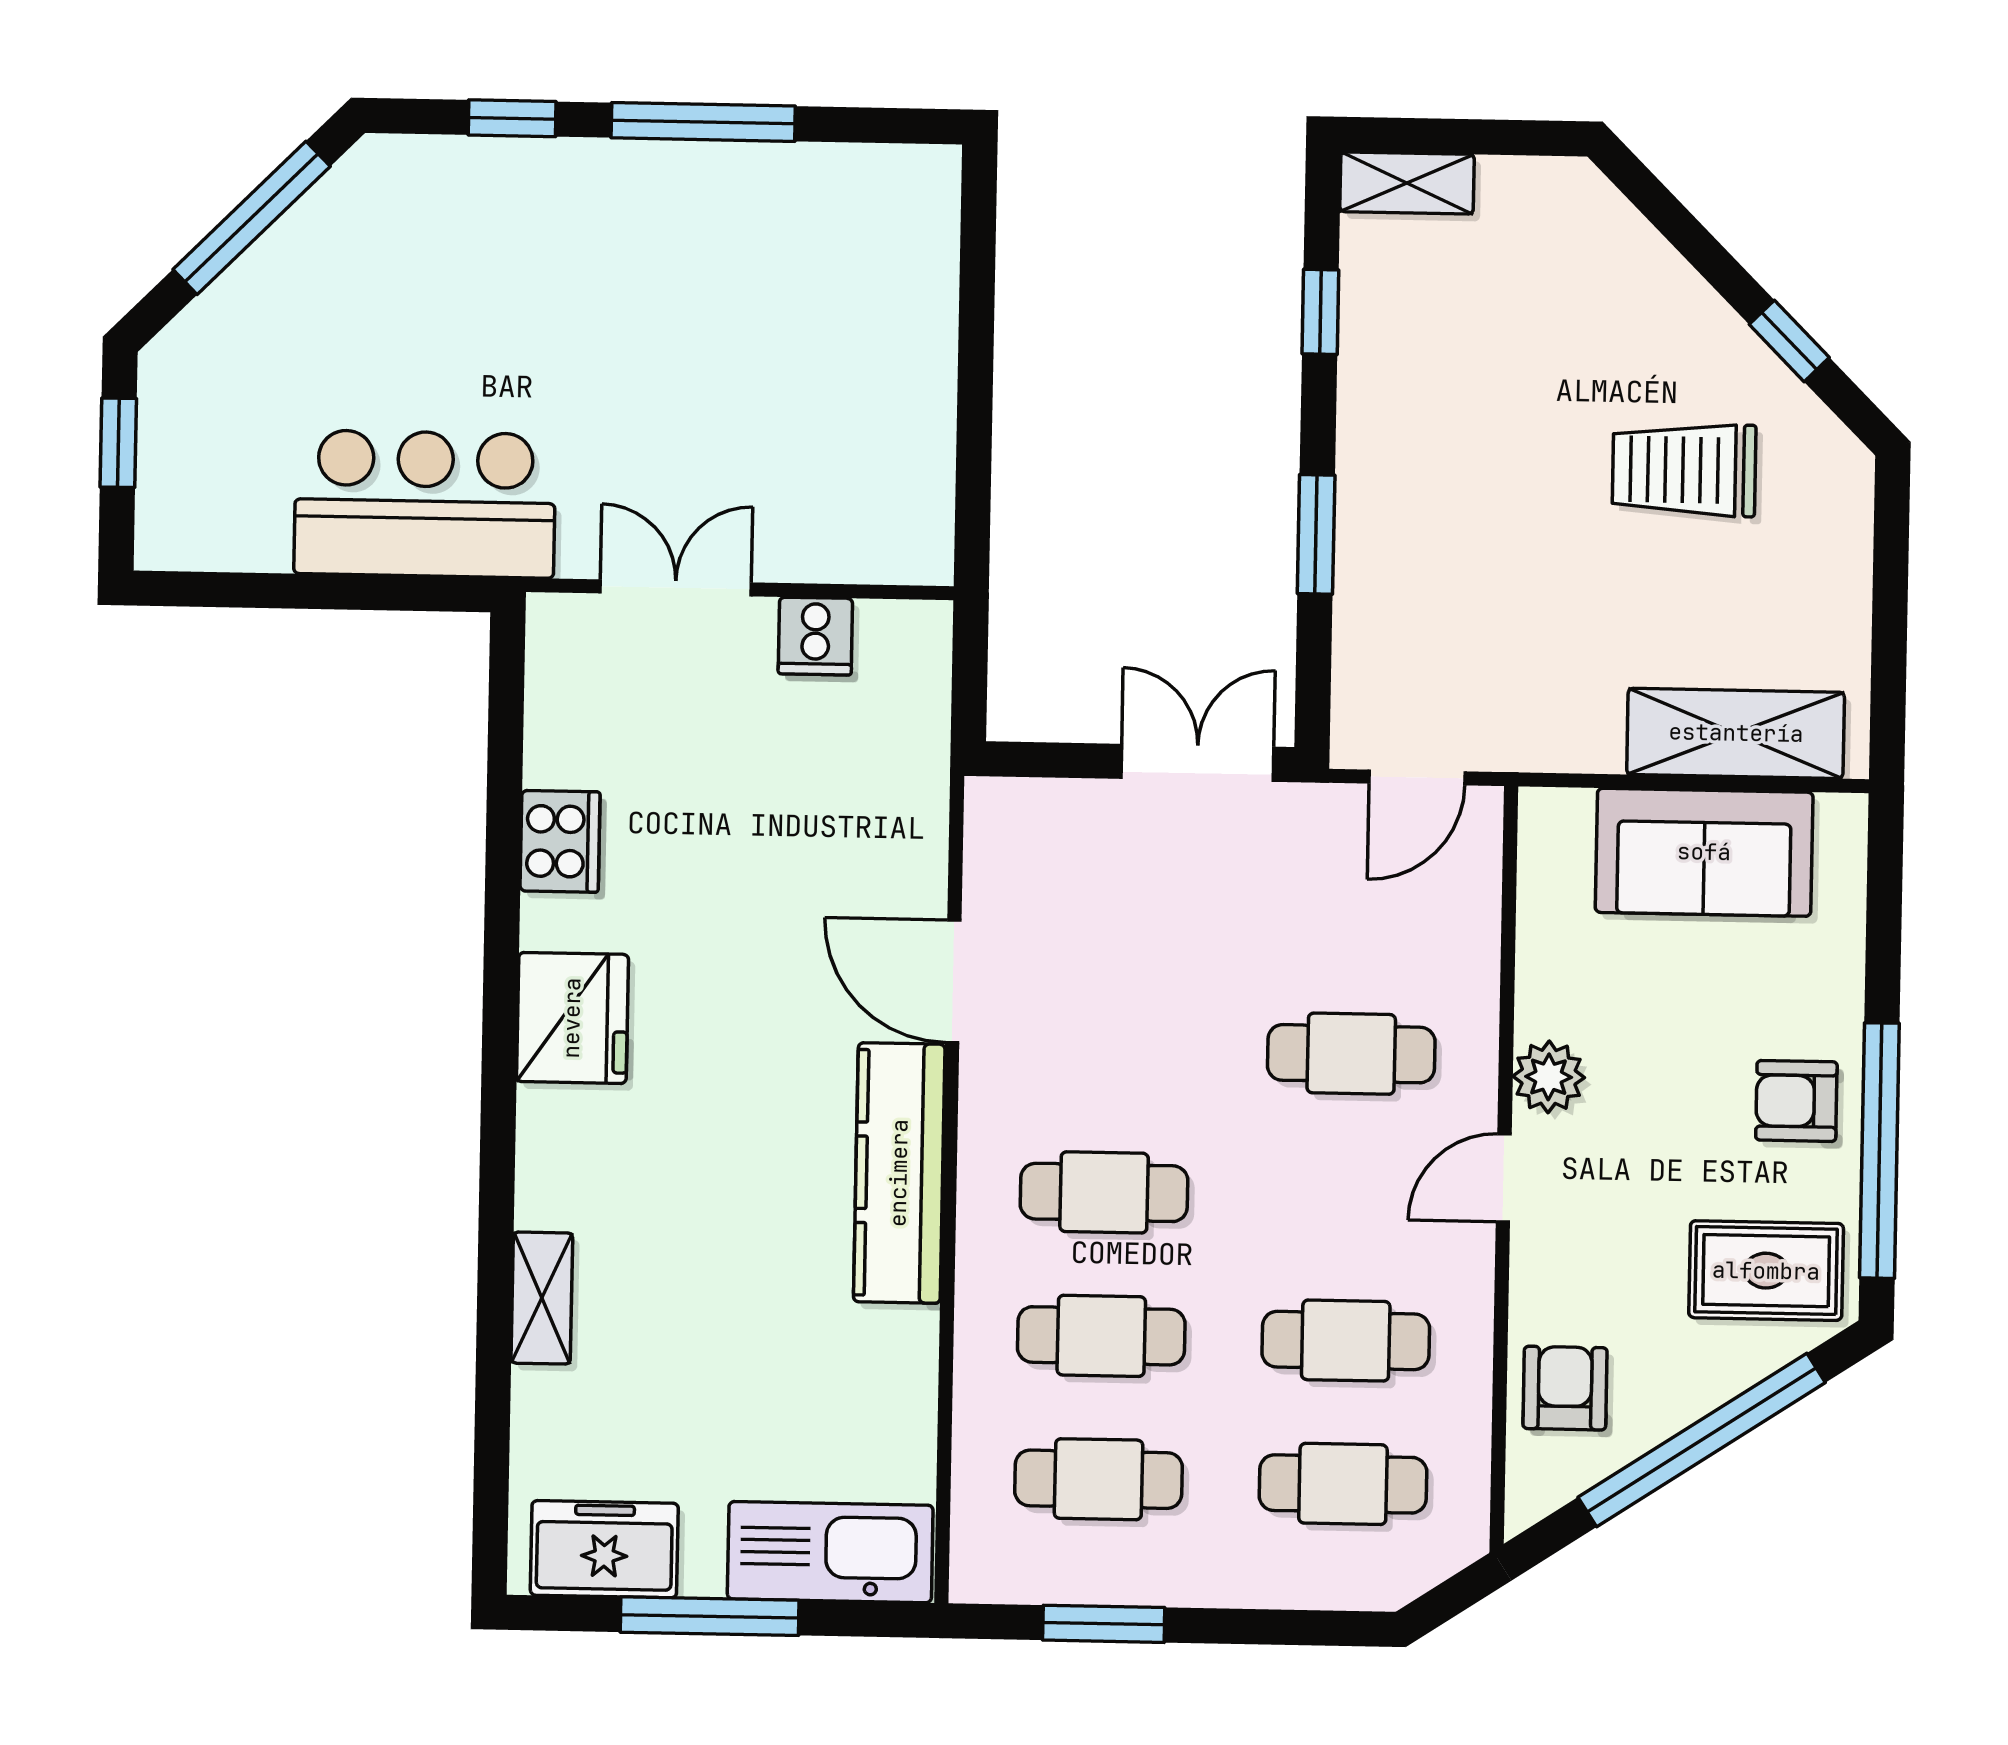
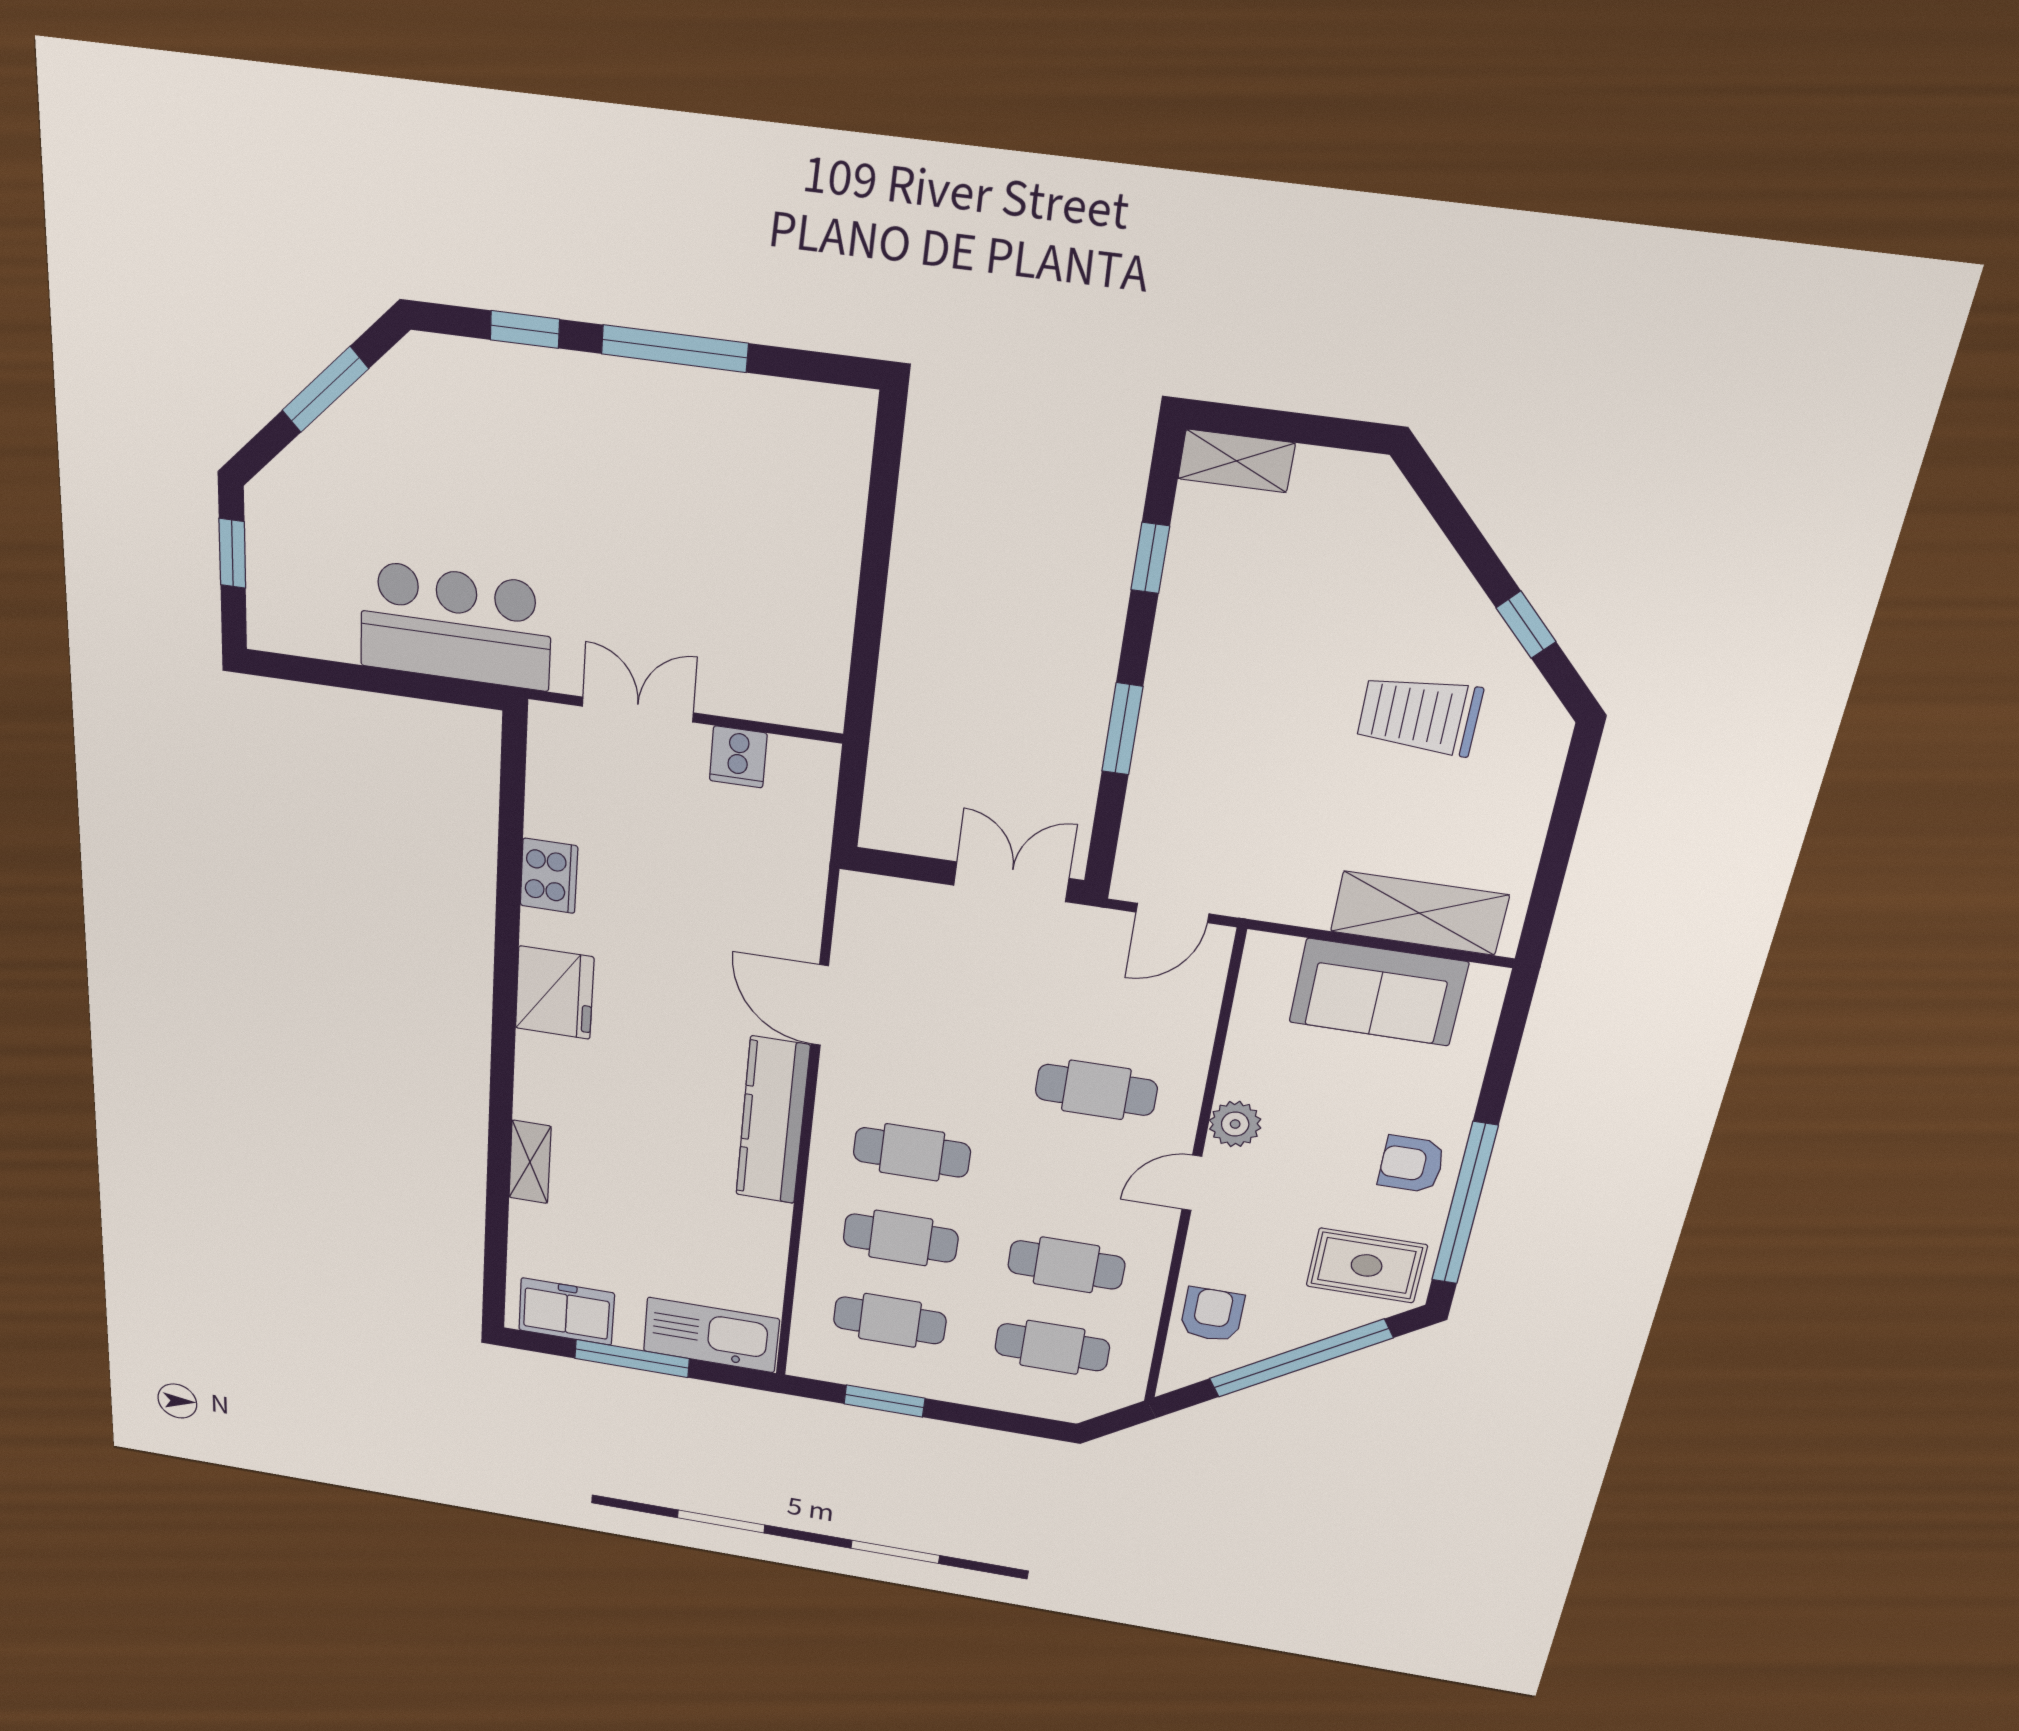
window: (252, 218) -> (325, 390), width x0.69

